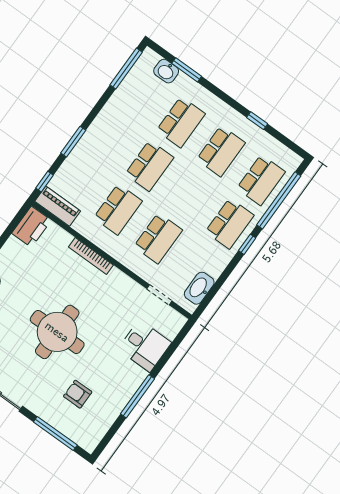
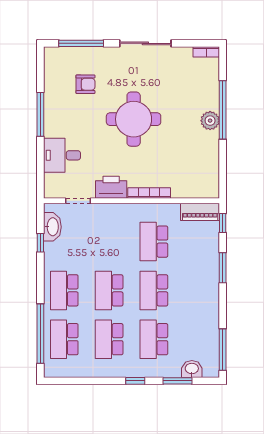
window: (257, 121) -> (135, 381), moved
printer: (31, 227) -> (111, 187), moved, turned 90
school desk: (158, 238) -> (109, 290), moved
window: (247, 244) -> (40, 243), moved

